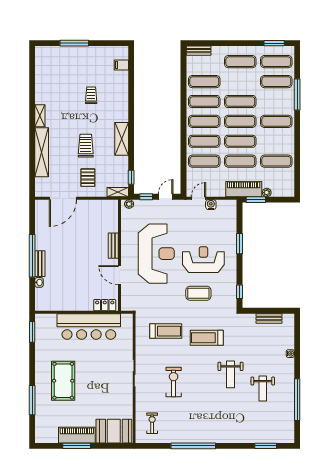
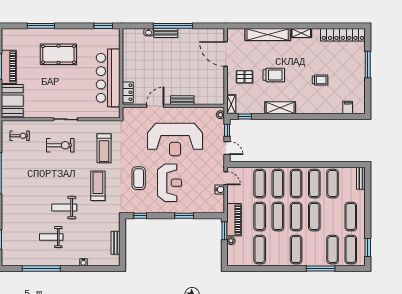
locker: (42, 70) -> (343, 35), added
exercise bike: (174, 382) -> (60, 145), moved

